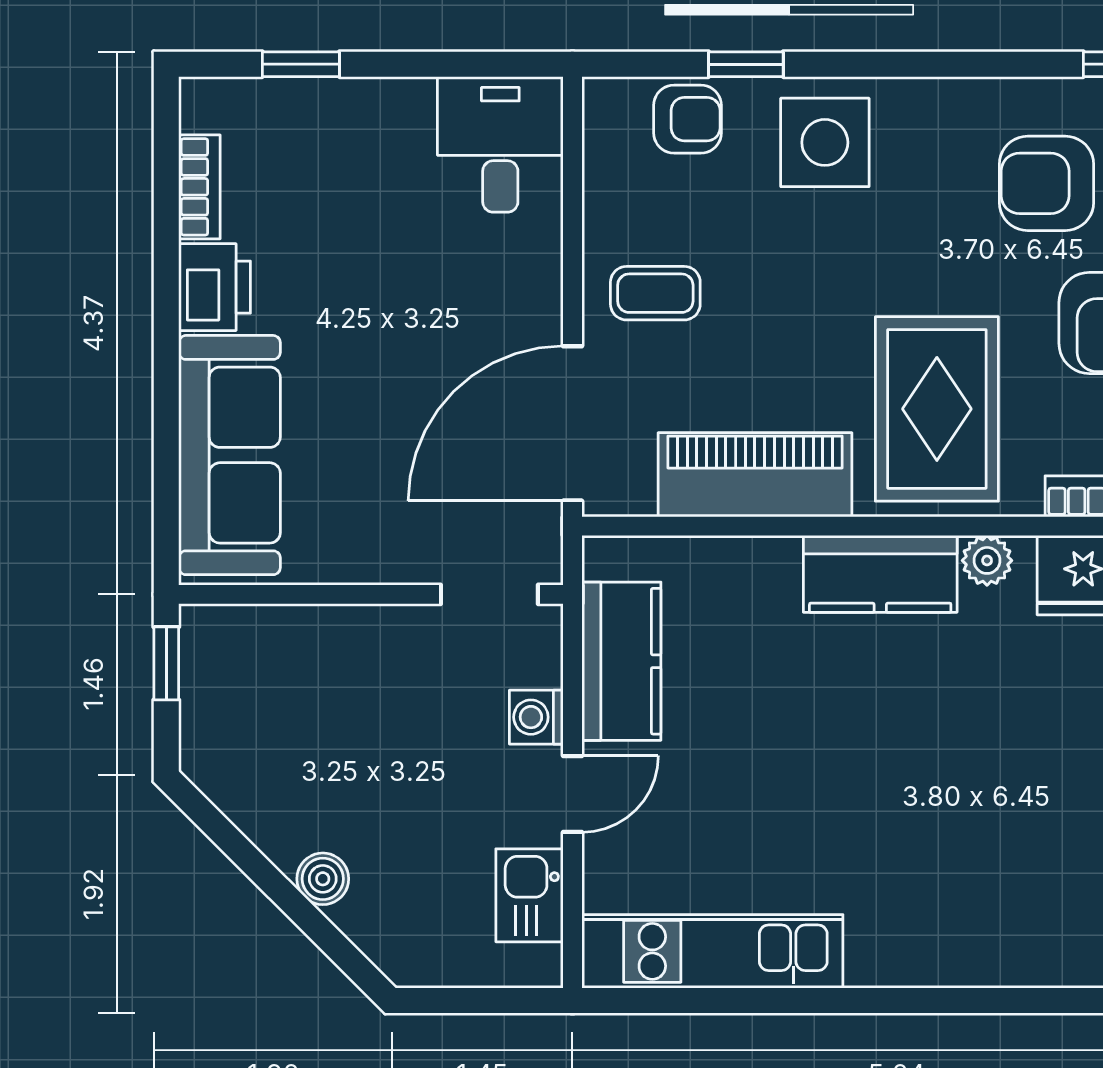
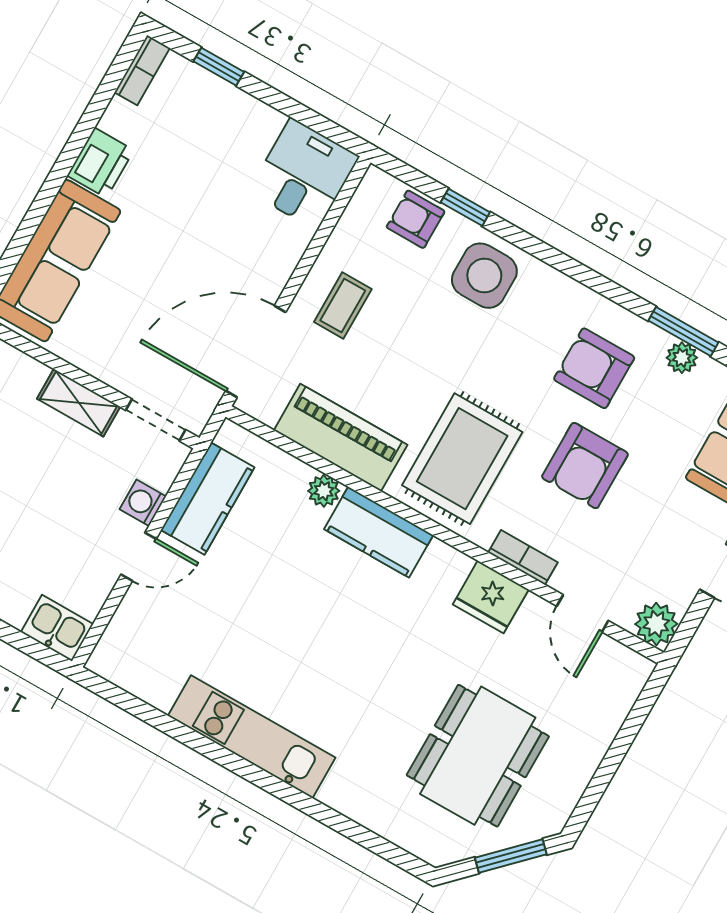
armchair: (687, 119) -> (416, 219), turned 180
bookcase: (199, 187) -> (142, 70), moved
coffee table: (655, 293) -> (343, 306), turned 90
plant: (987, 560) -> (324, 491), moved
shelving: (371, 631) -> (79, 403), added
kitchen sink: (529, 895) -> (57, 628), moved, turned 90
kitchen unit: (712, 951) -> (252, 737), moved

